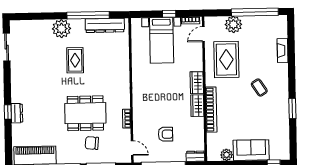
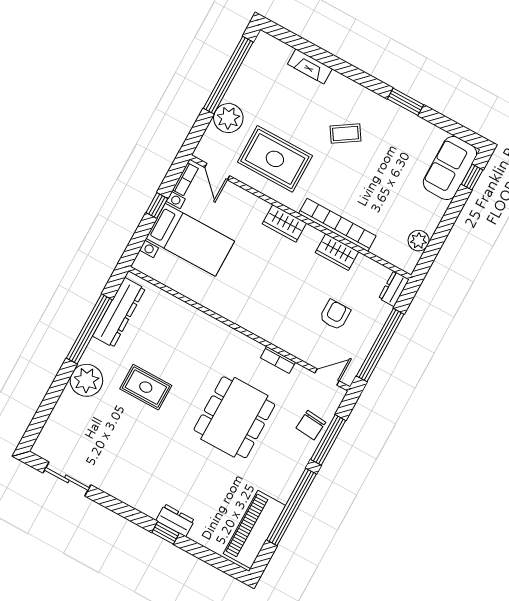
wardrobe: (197, 106) -> (337, 252), moved
chair: (92, 143) -> (311, 425), moved
sofa: (251, 150) -> (450, 168), moved

